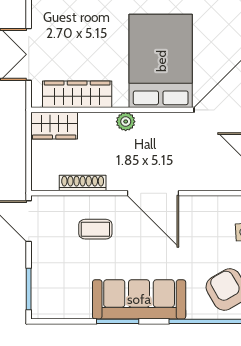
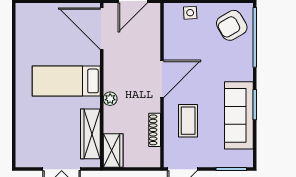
bed: (161, 61) -> (66, 81), width x0.67
coffee table: (95, 229) -> (188, 121), width x1.36, depth x1.30
sofa: (139, 299) -> (239, 115), moved

